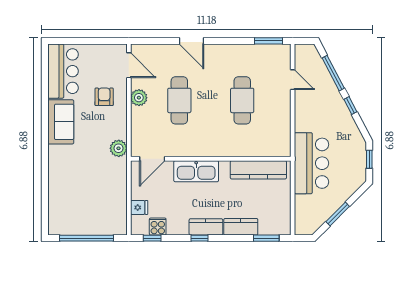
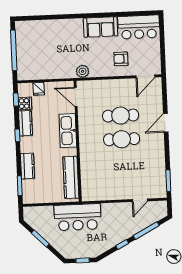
armchair: (104, 97) -> (121, 59), turned 180
plant: (139, 98) -> (121, 85), removed
cafe table: (242, 100) -> (122, 139), moved
kitchen counter: (206, 227) -> (25, 123), moved

